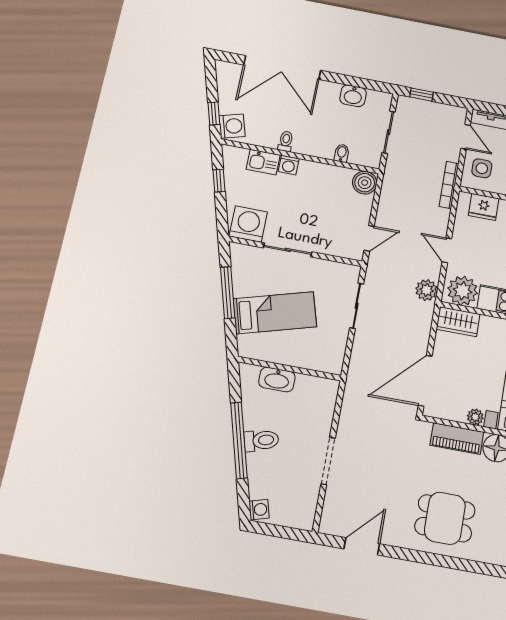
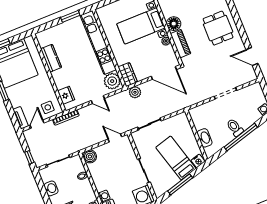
door: (447, 250) -> (98, 100), hinge flipped
plant: (427, 290) -> (135, 92), moved
nightstand: (246, 345) -> (198, 161), added

